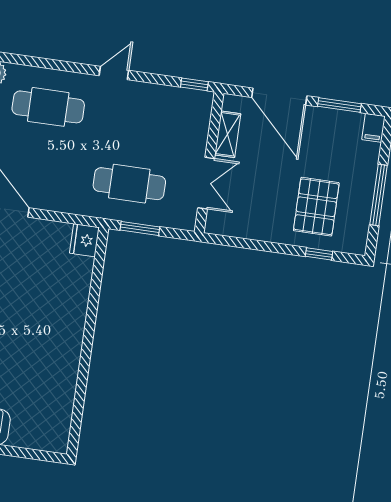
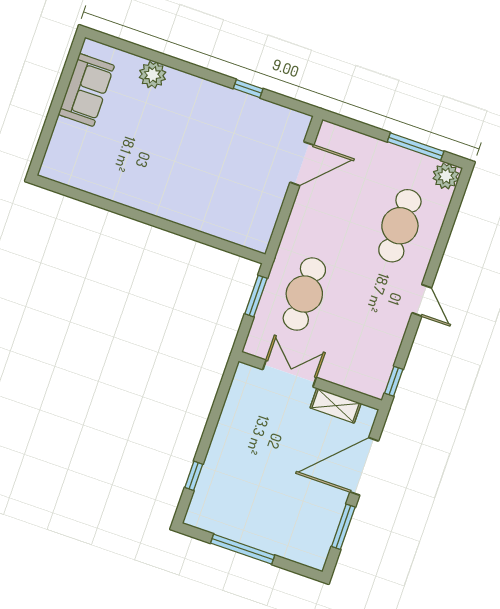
filing cabinet: (373, 128) -> (313, 557), removed
double door: (206, 183) -> (290, 374), swing flipped
pallet: (316, 207) -> (243, 483), removed
fridge: (84, 240) -> (255, 236), removed

